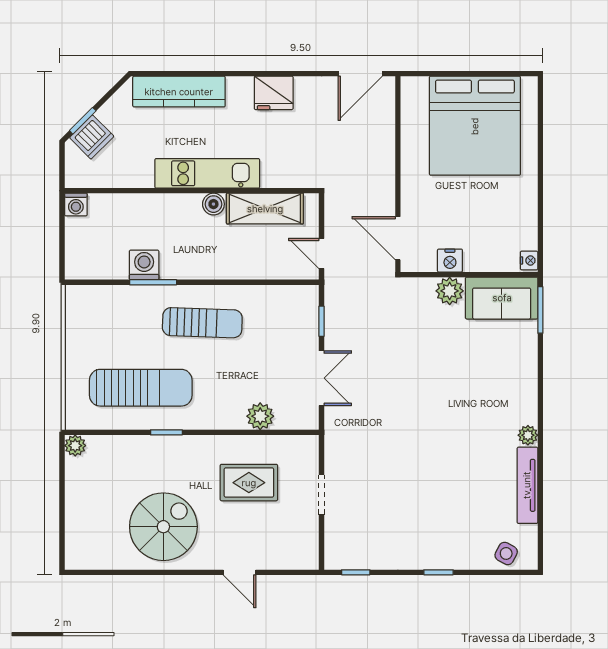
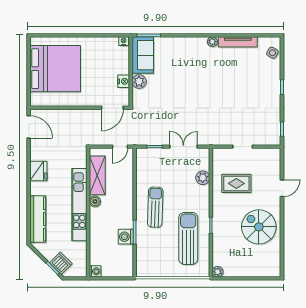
kitchen unit: (207, 173) -> (79, 205), width x1.36
rug: (249, 483) -> (236, 183), turned 90

